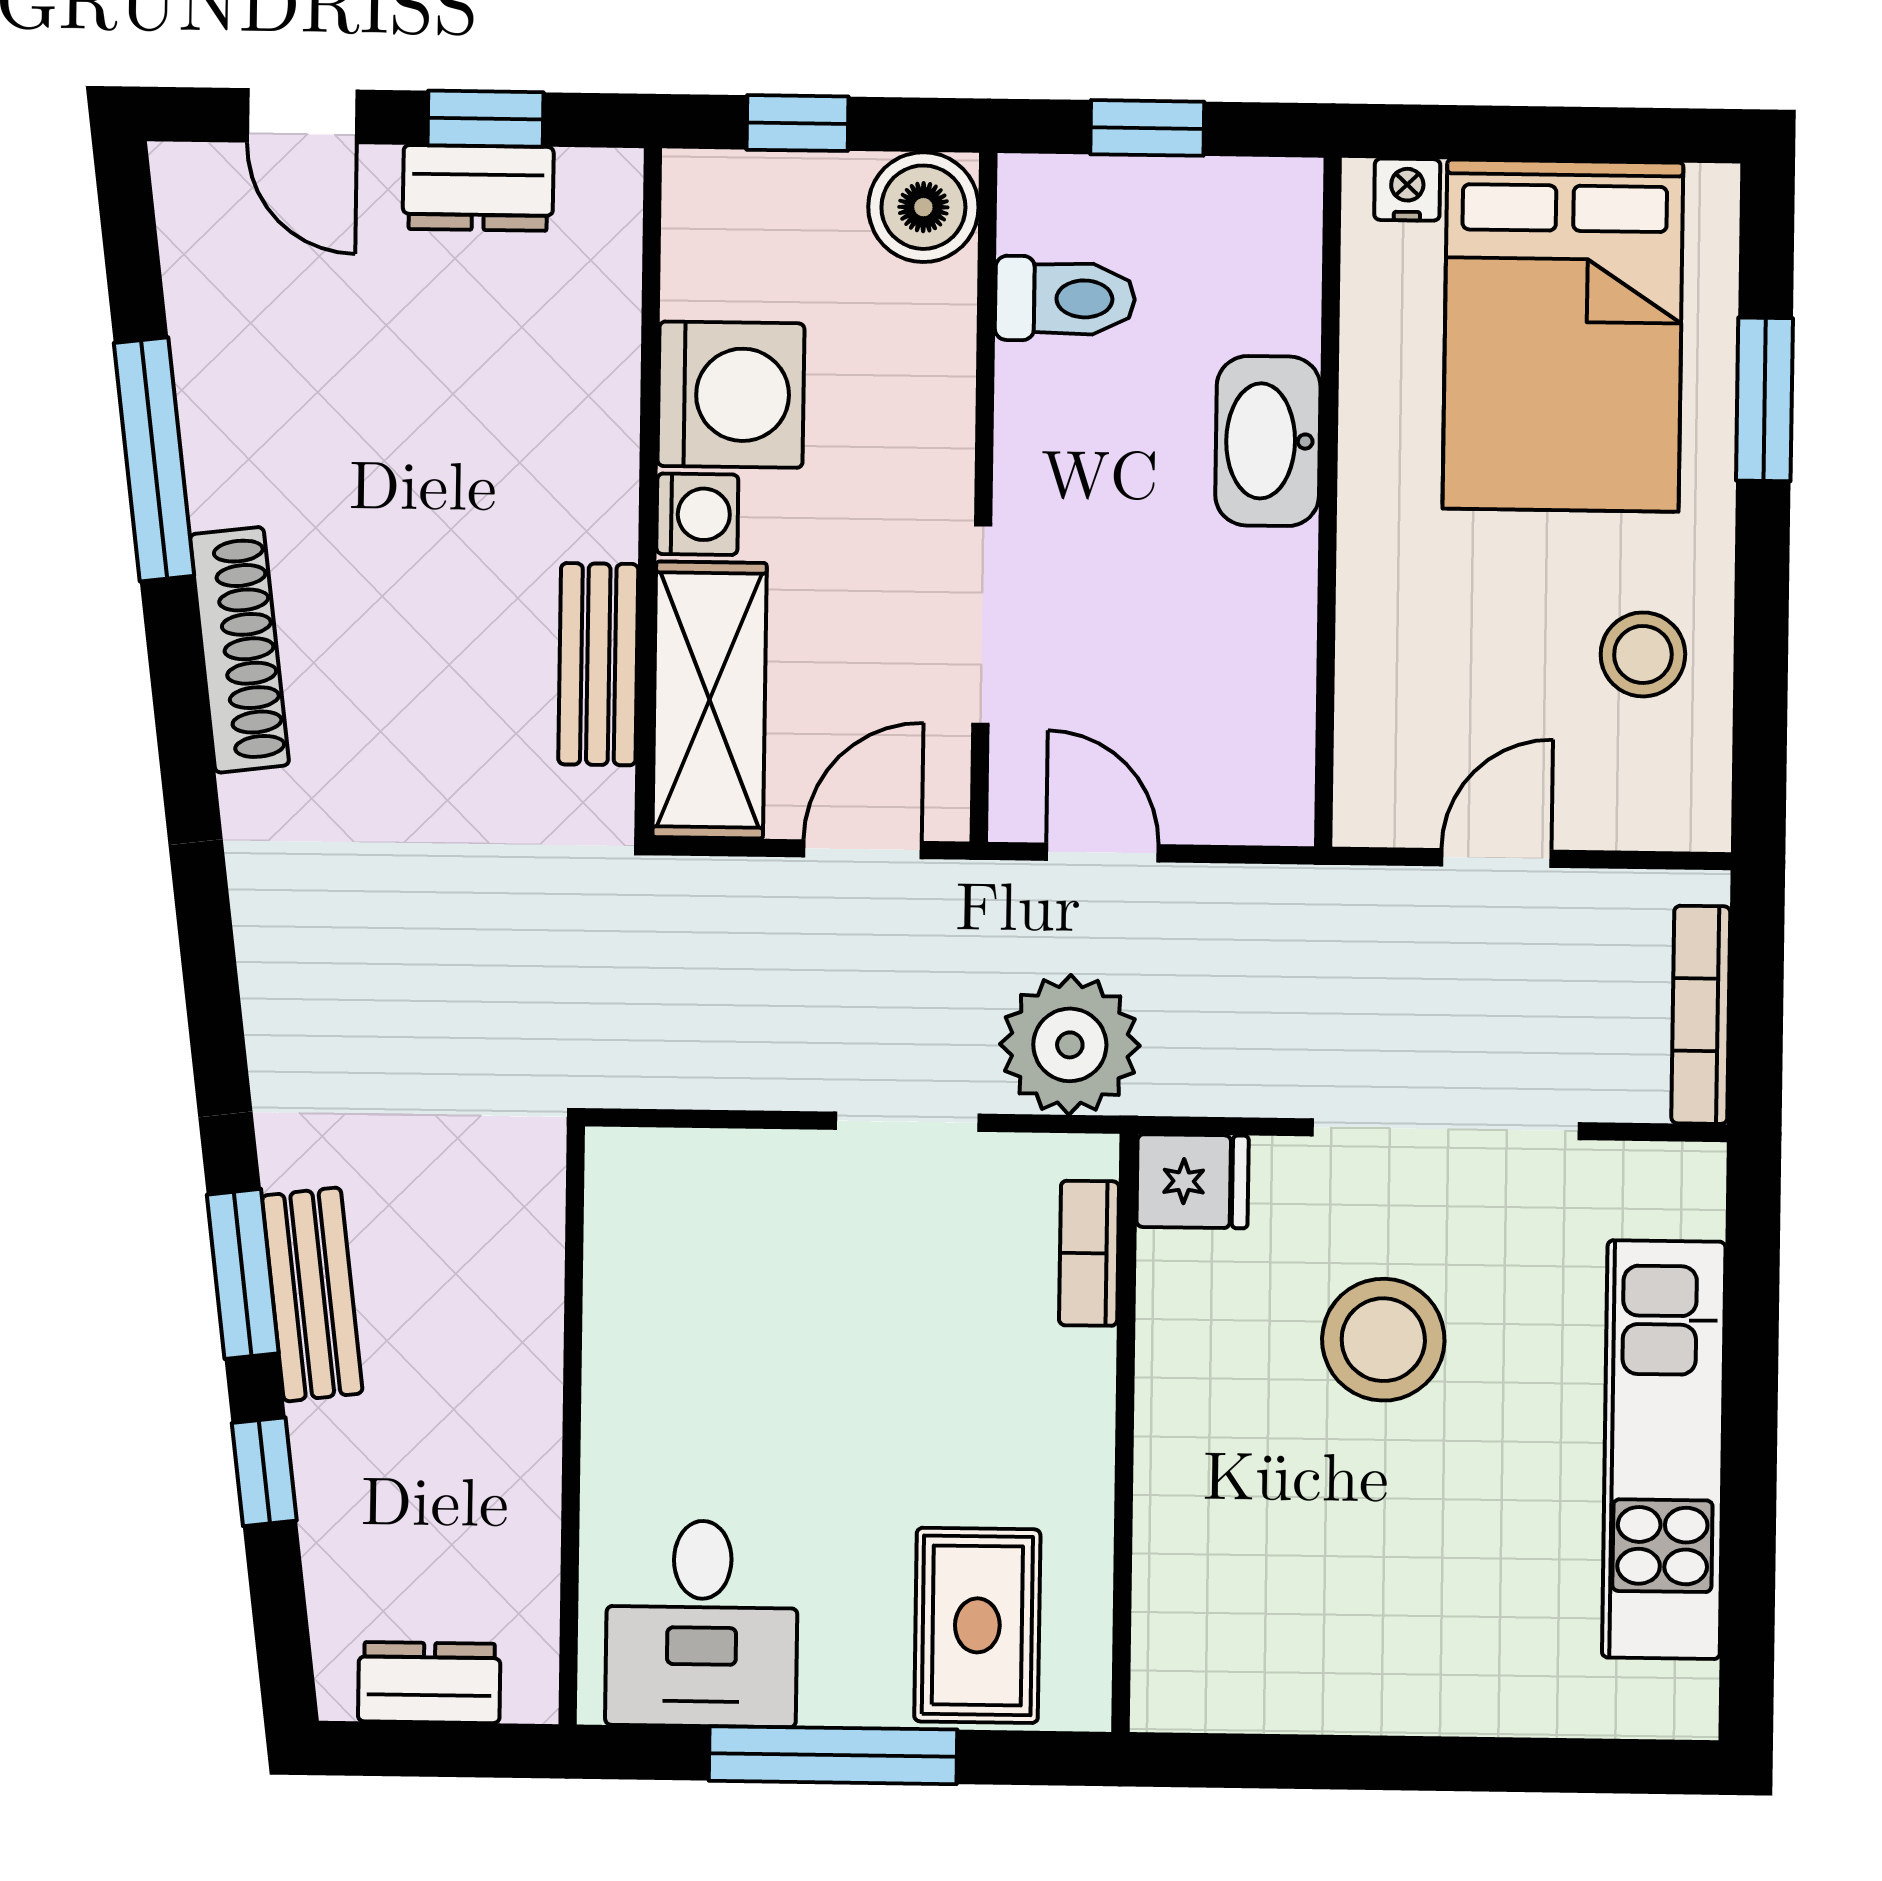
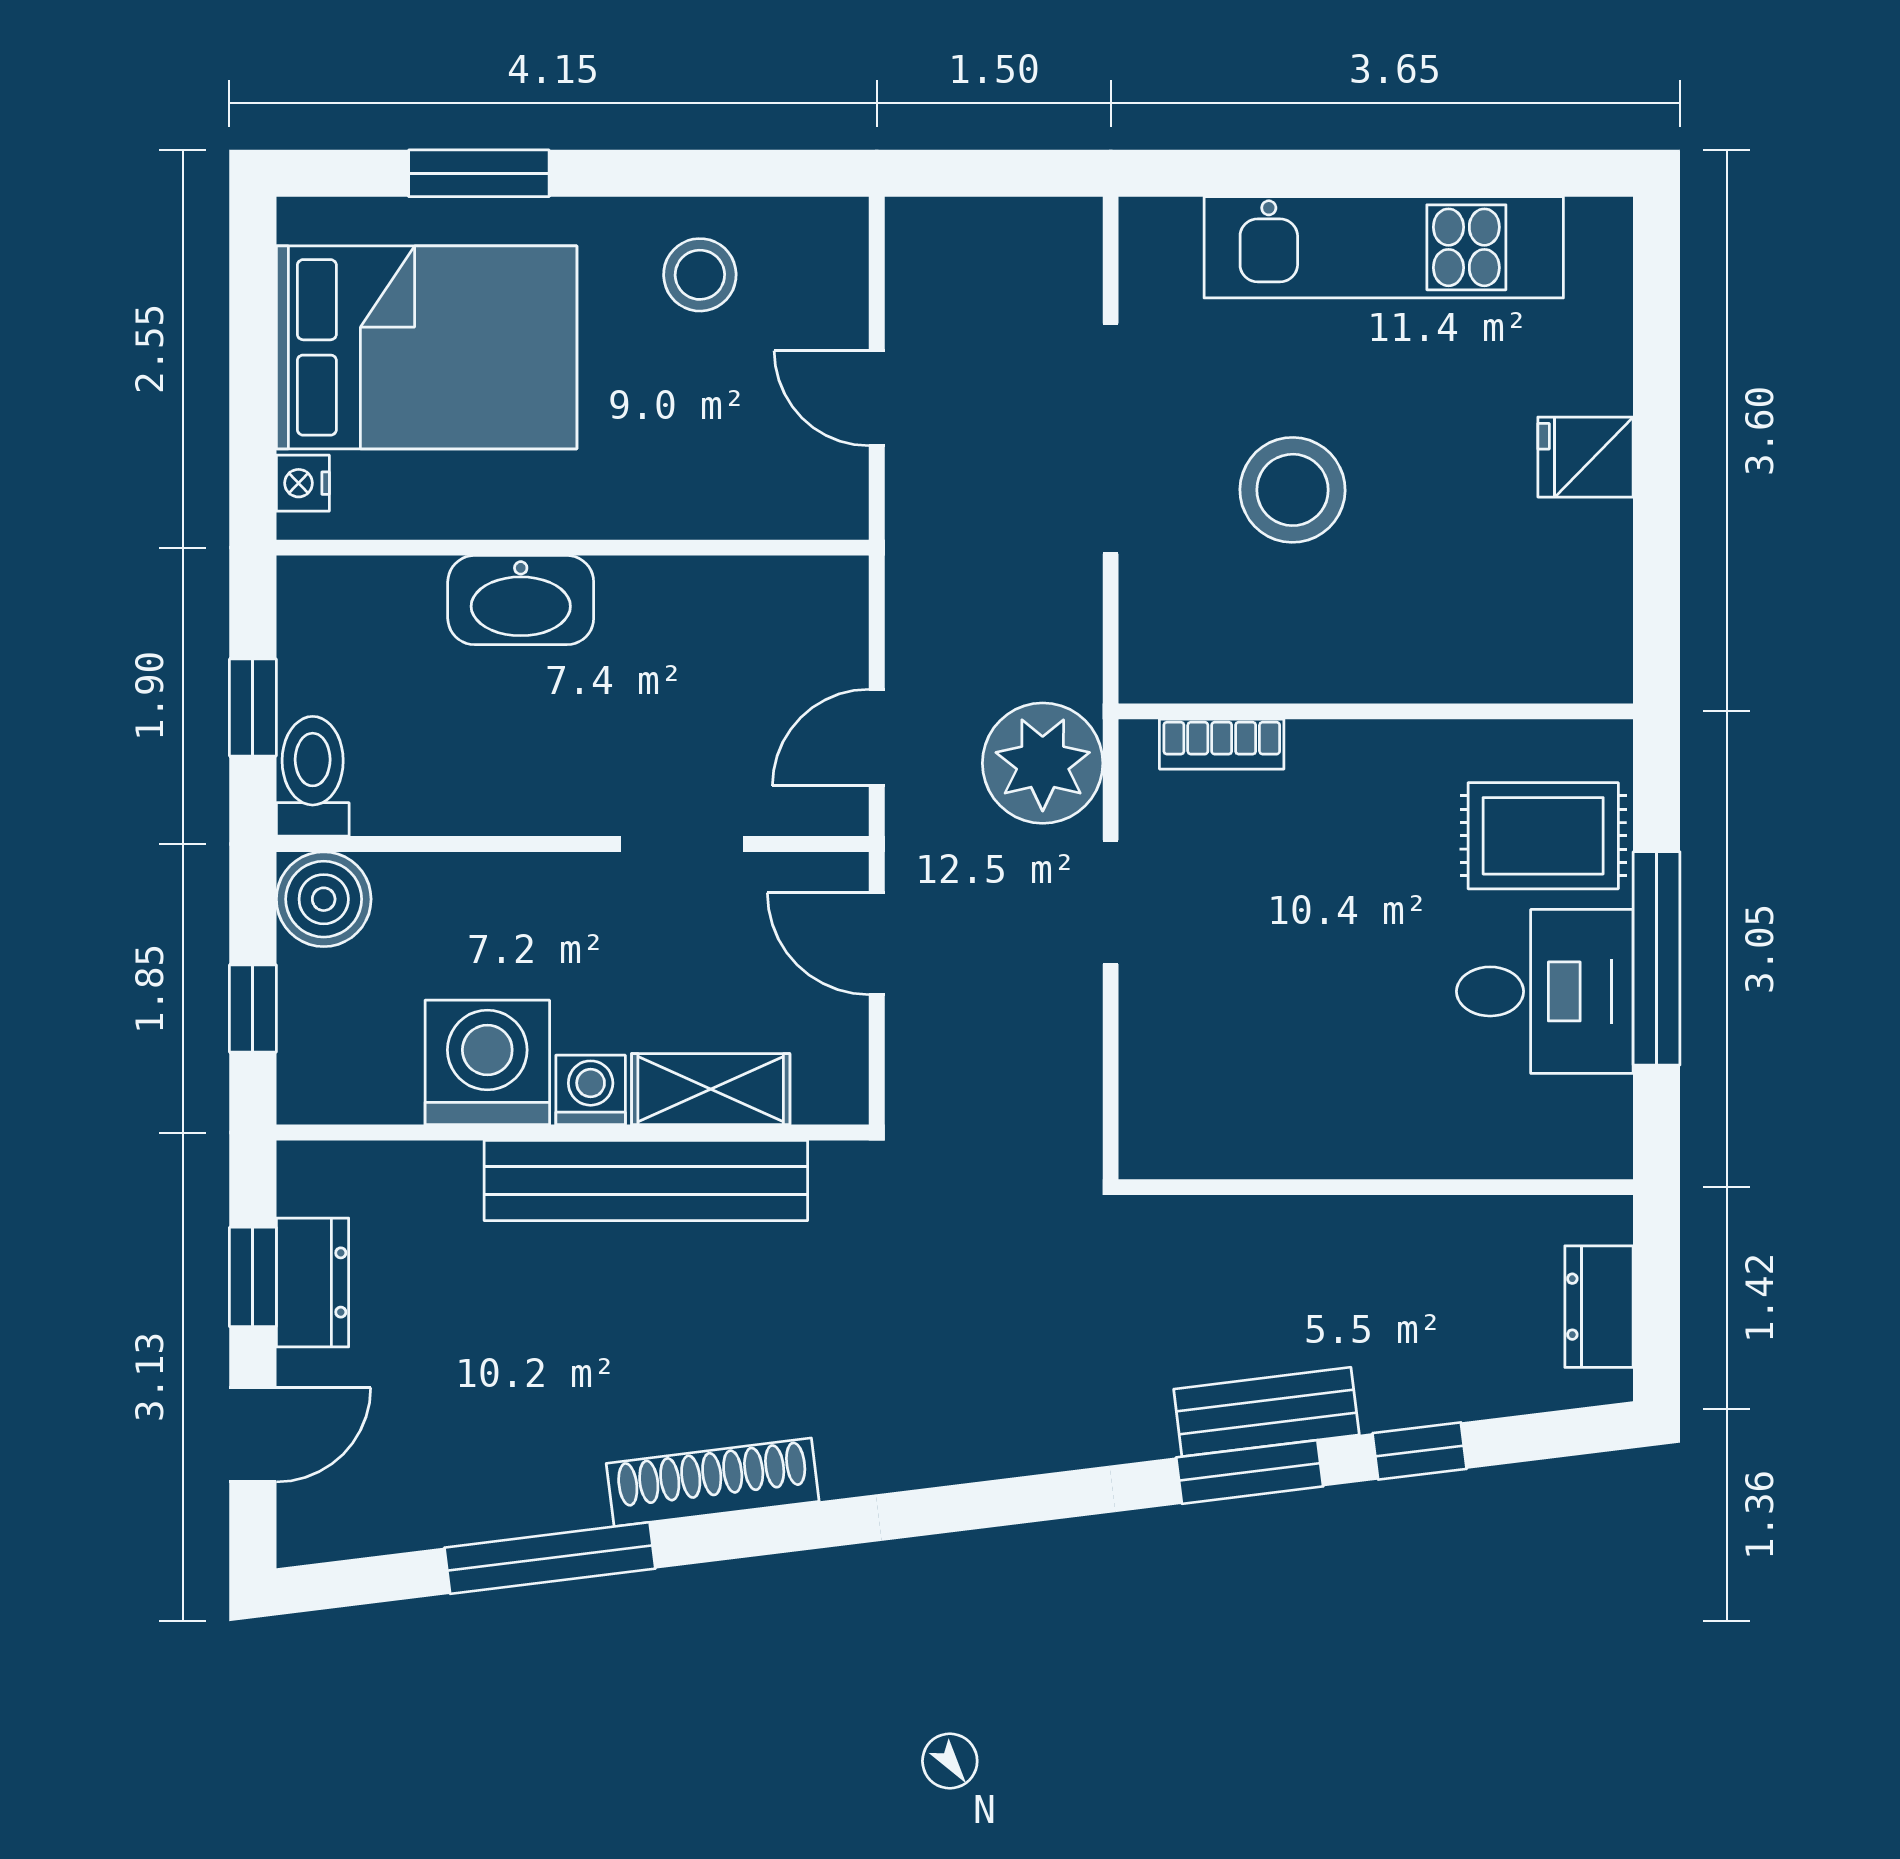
toilet: (1065, 299) -> (313, 776), moved
doorway: (982, 624) -> (682, 844), width x0.73
bench: (598, 664) -> (646, 1181), width x1.86, depth x1.21
shelving: (710, 700) -> (711, 1089), width x0.67, depth x0.75
bookcase: (1701, 1015) -> (1009, 221), removed
fridge: (1193, 1181) -> (1586, 457), moved, turned -90
desk: (702, 1623) -> (1545, 991), moved

